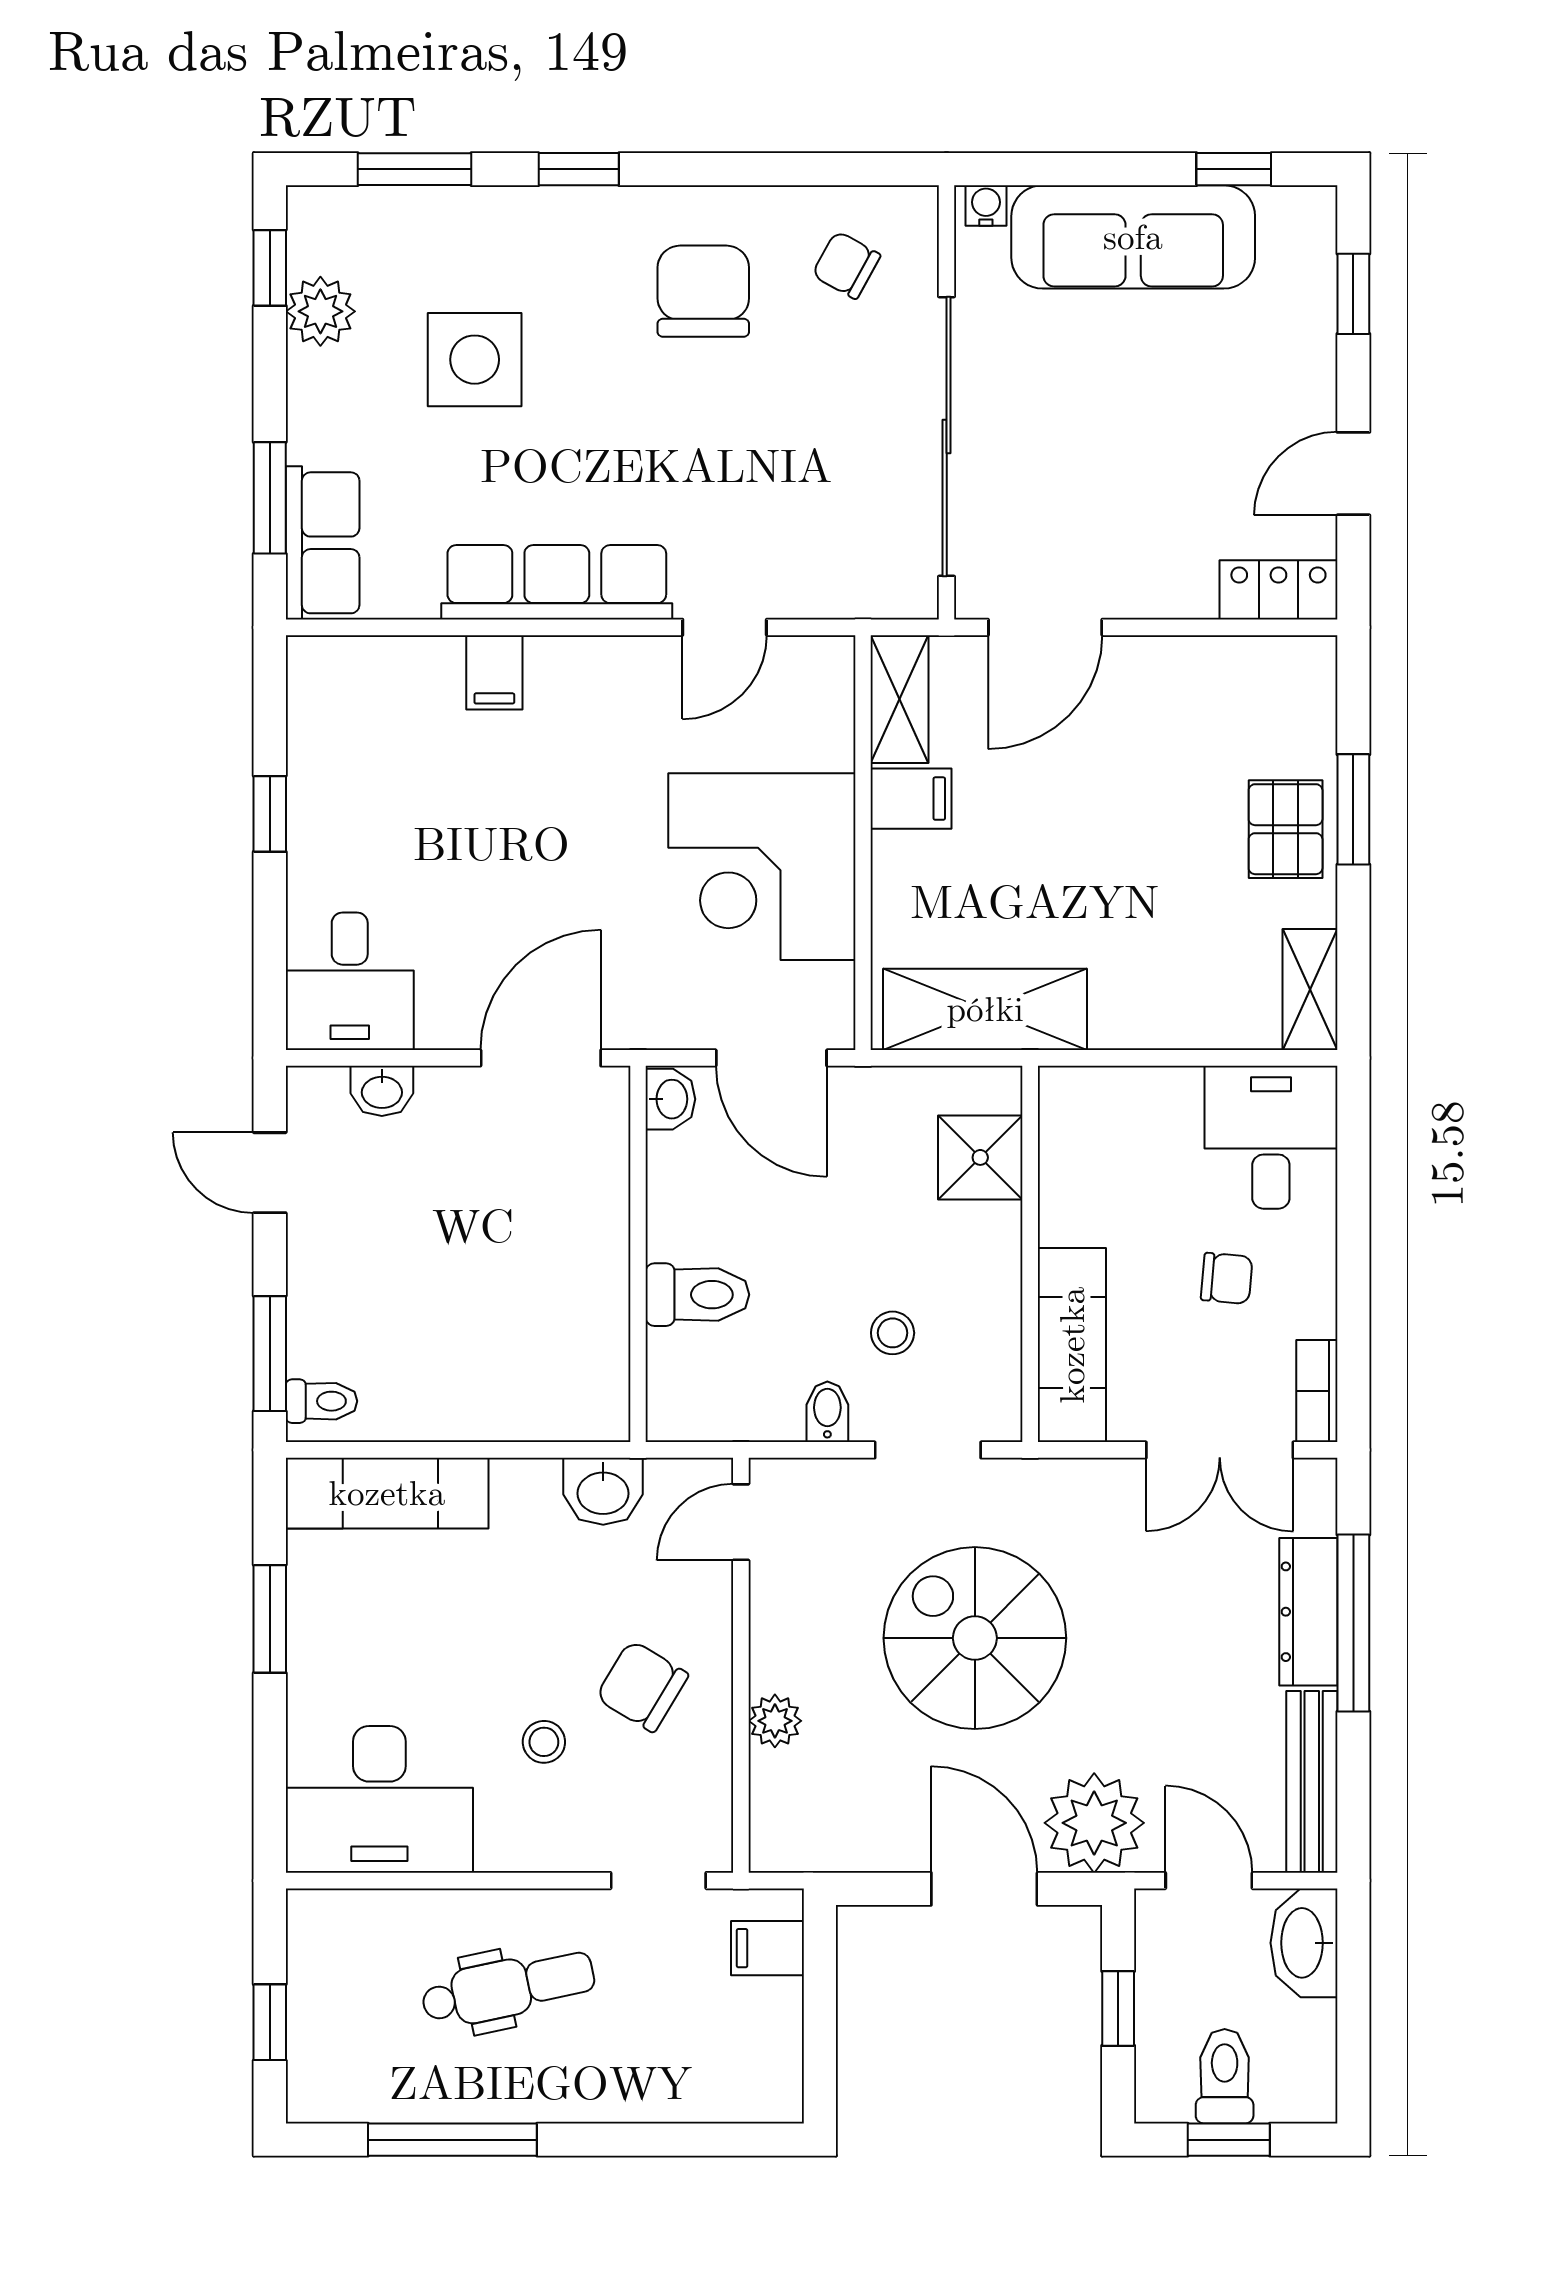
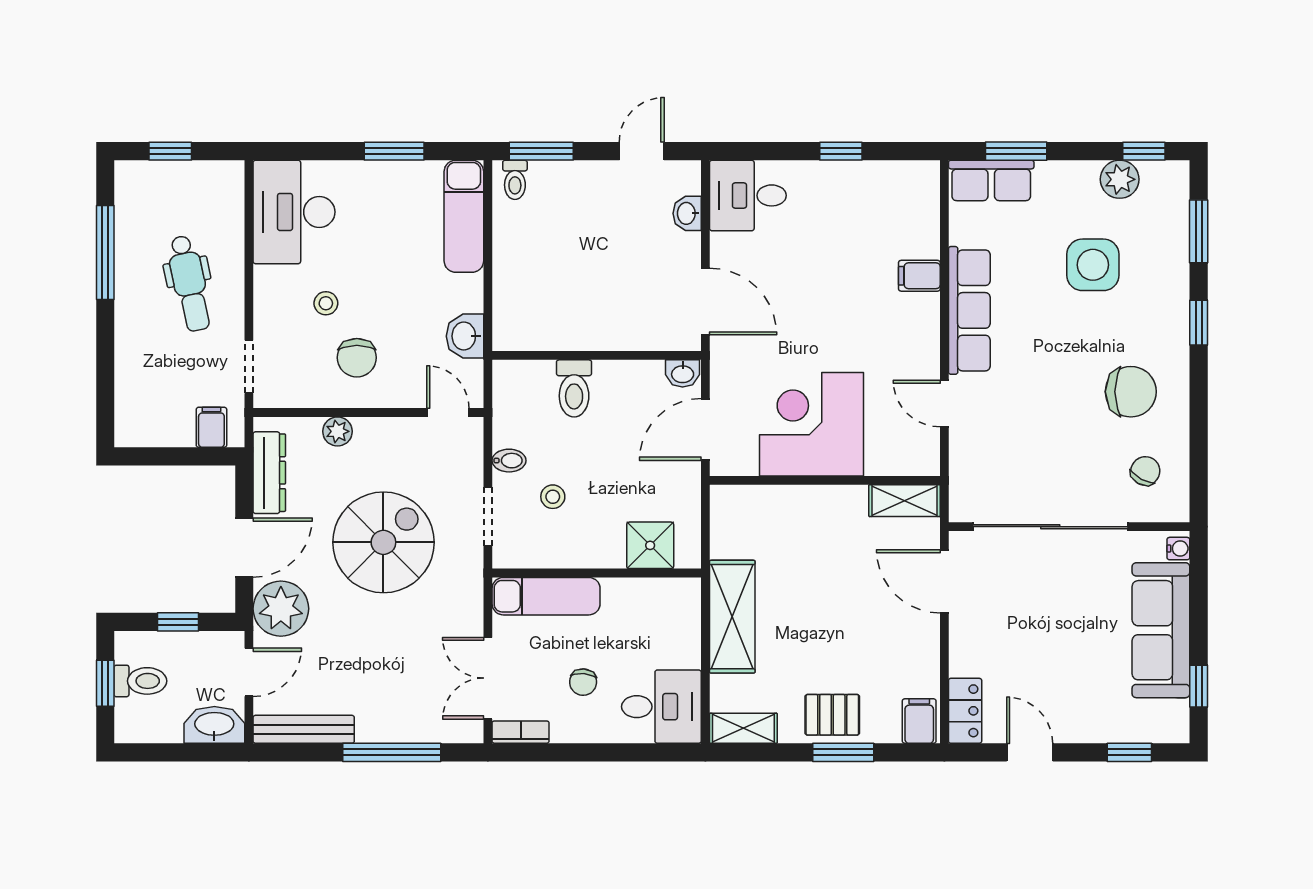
filing cabinet: (911, 799) -> (919, 721), moved, turned 180
shelving: (985, 1009) -> (732, 617), moved
dresser: (1308, 1612) -> (269, 473), moved, turned 90
chair: (642, 1686) -> (357, 358), turned 149

